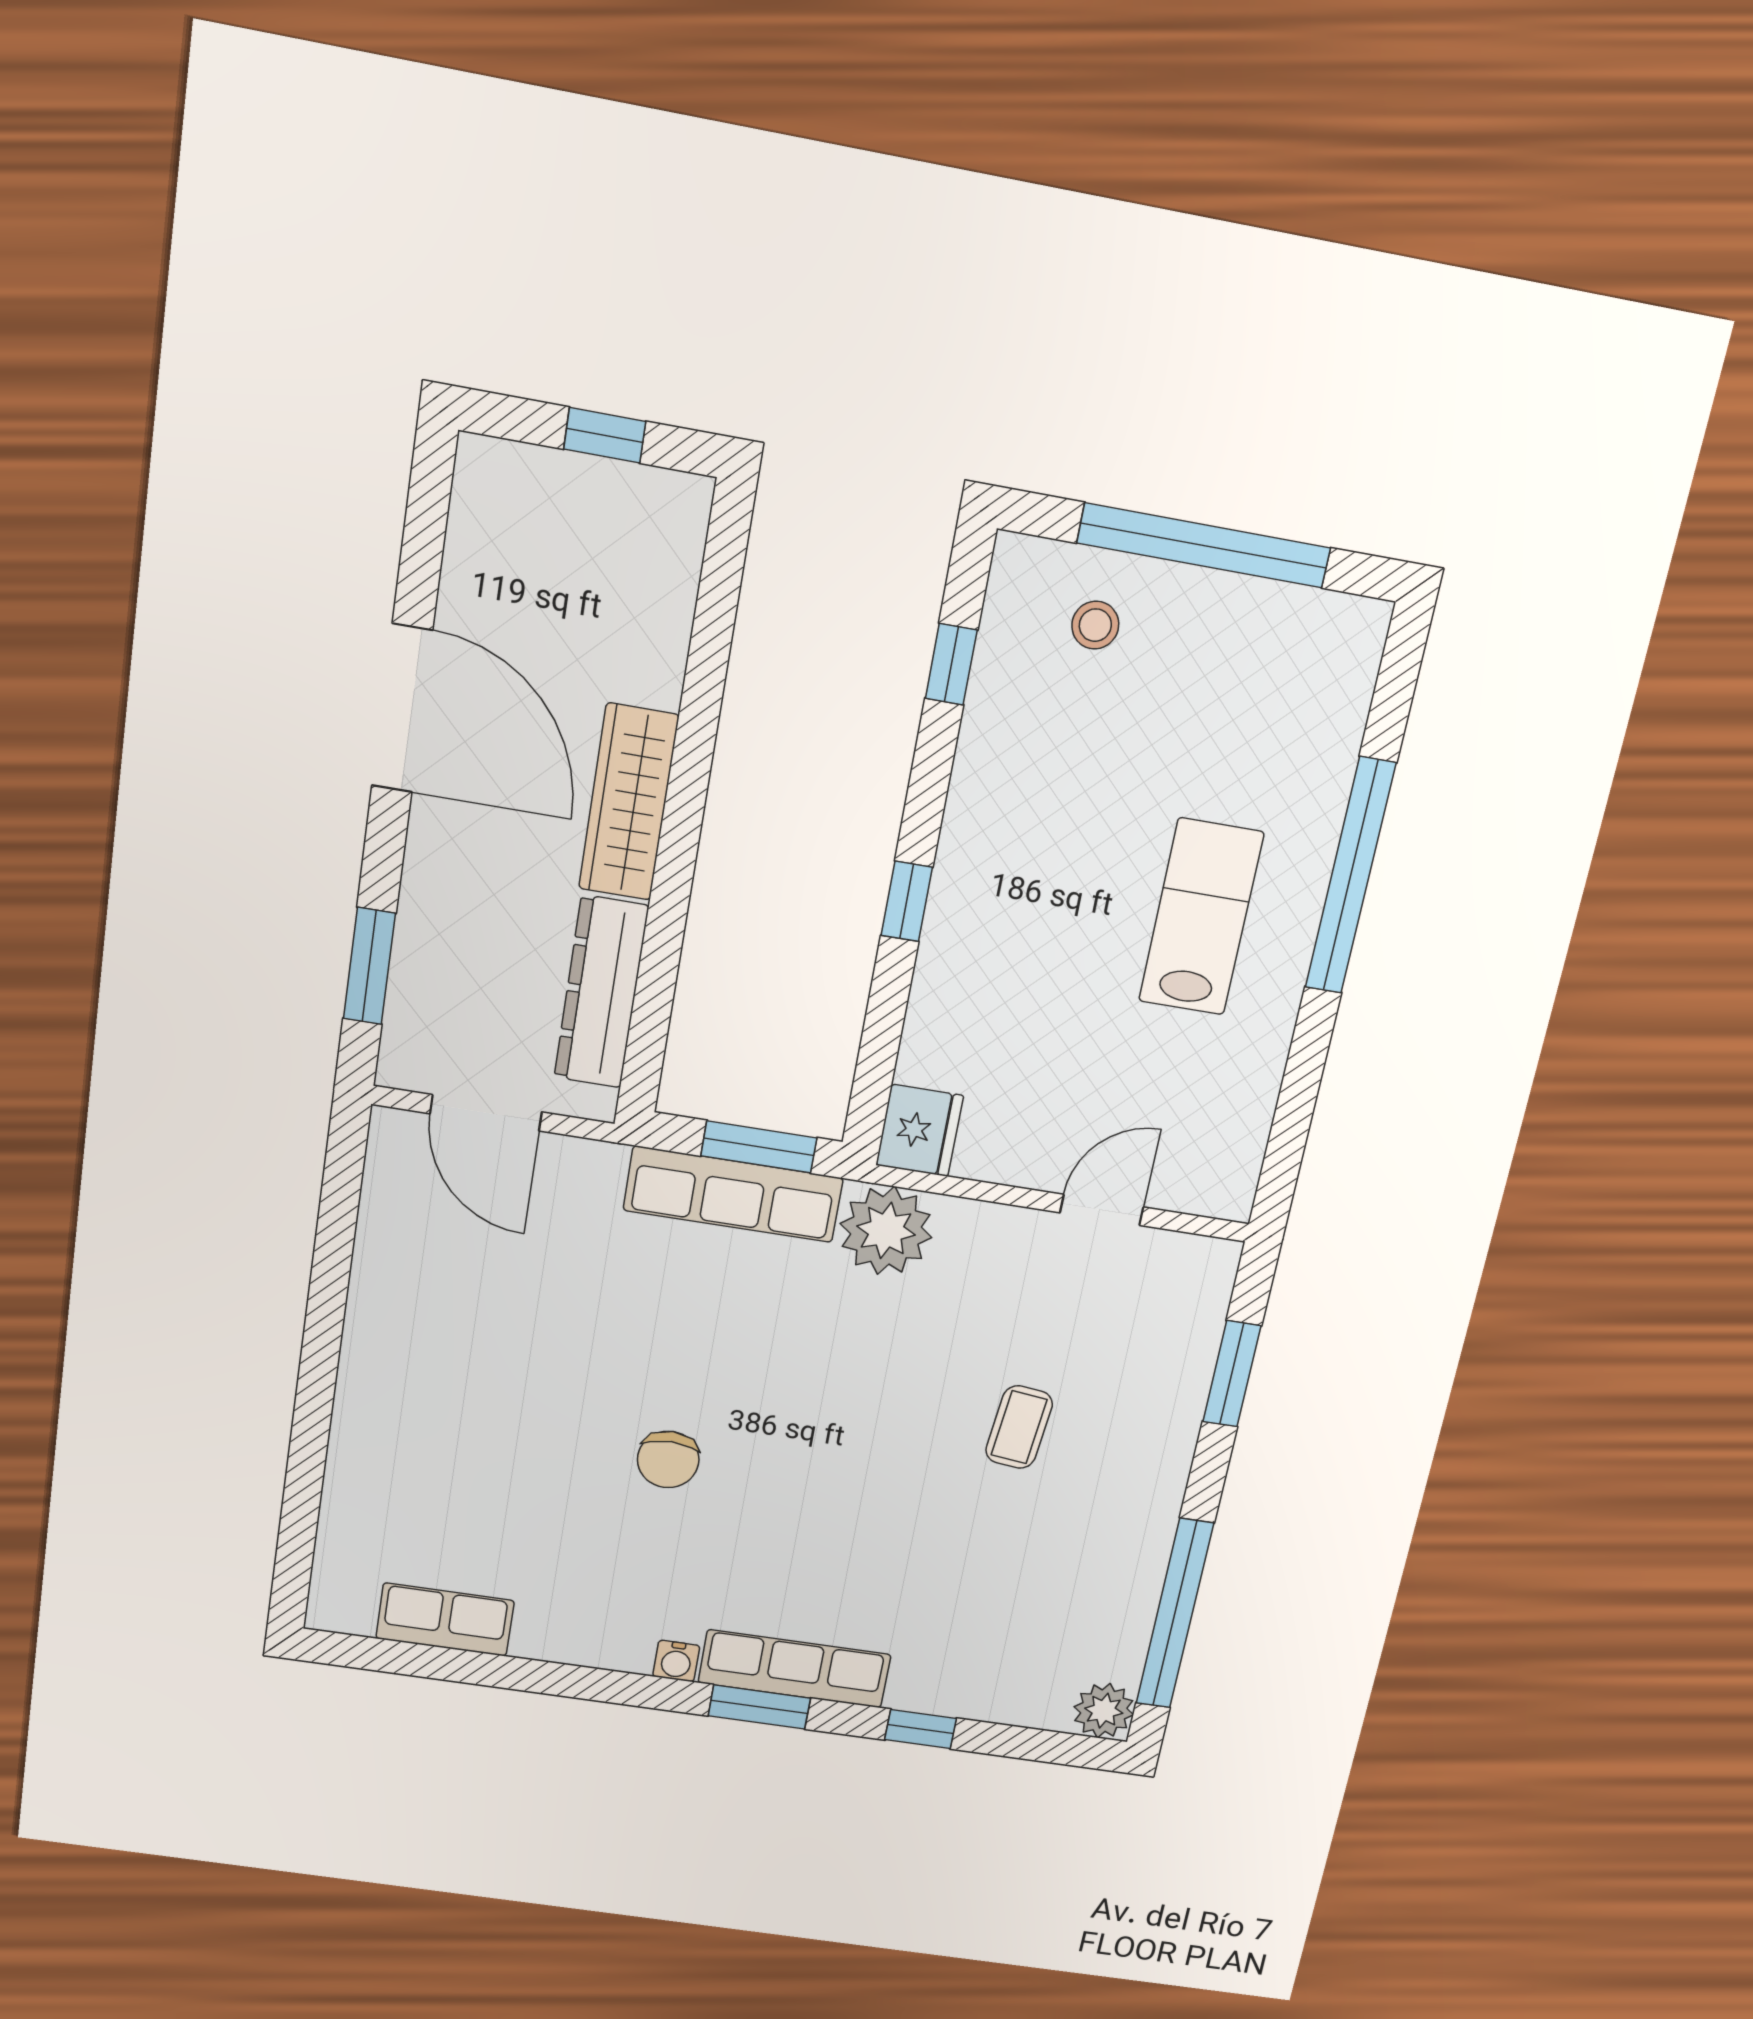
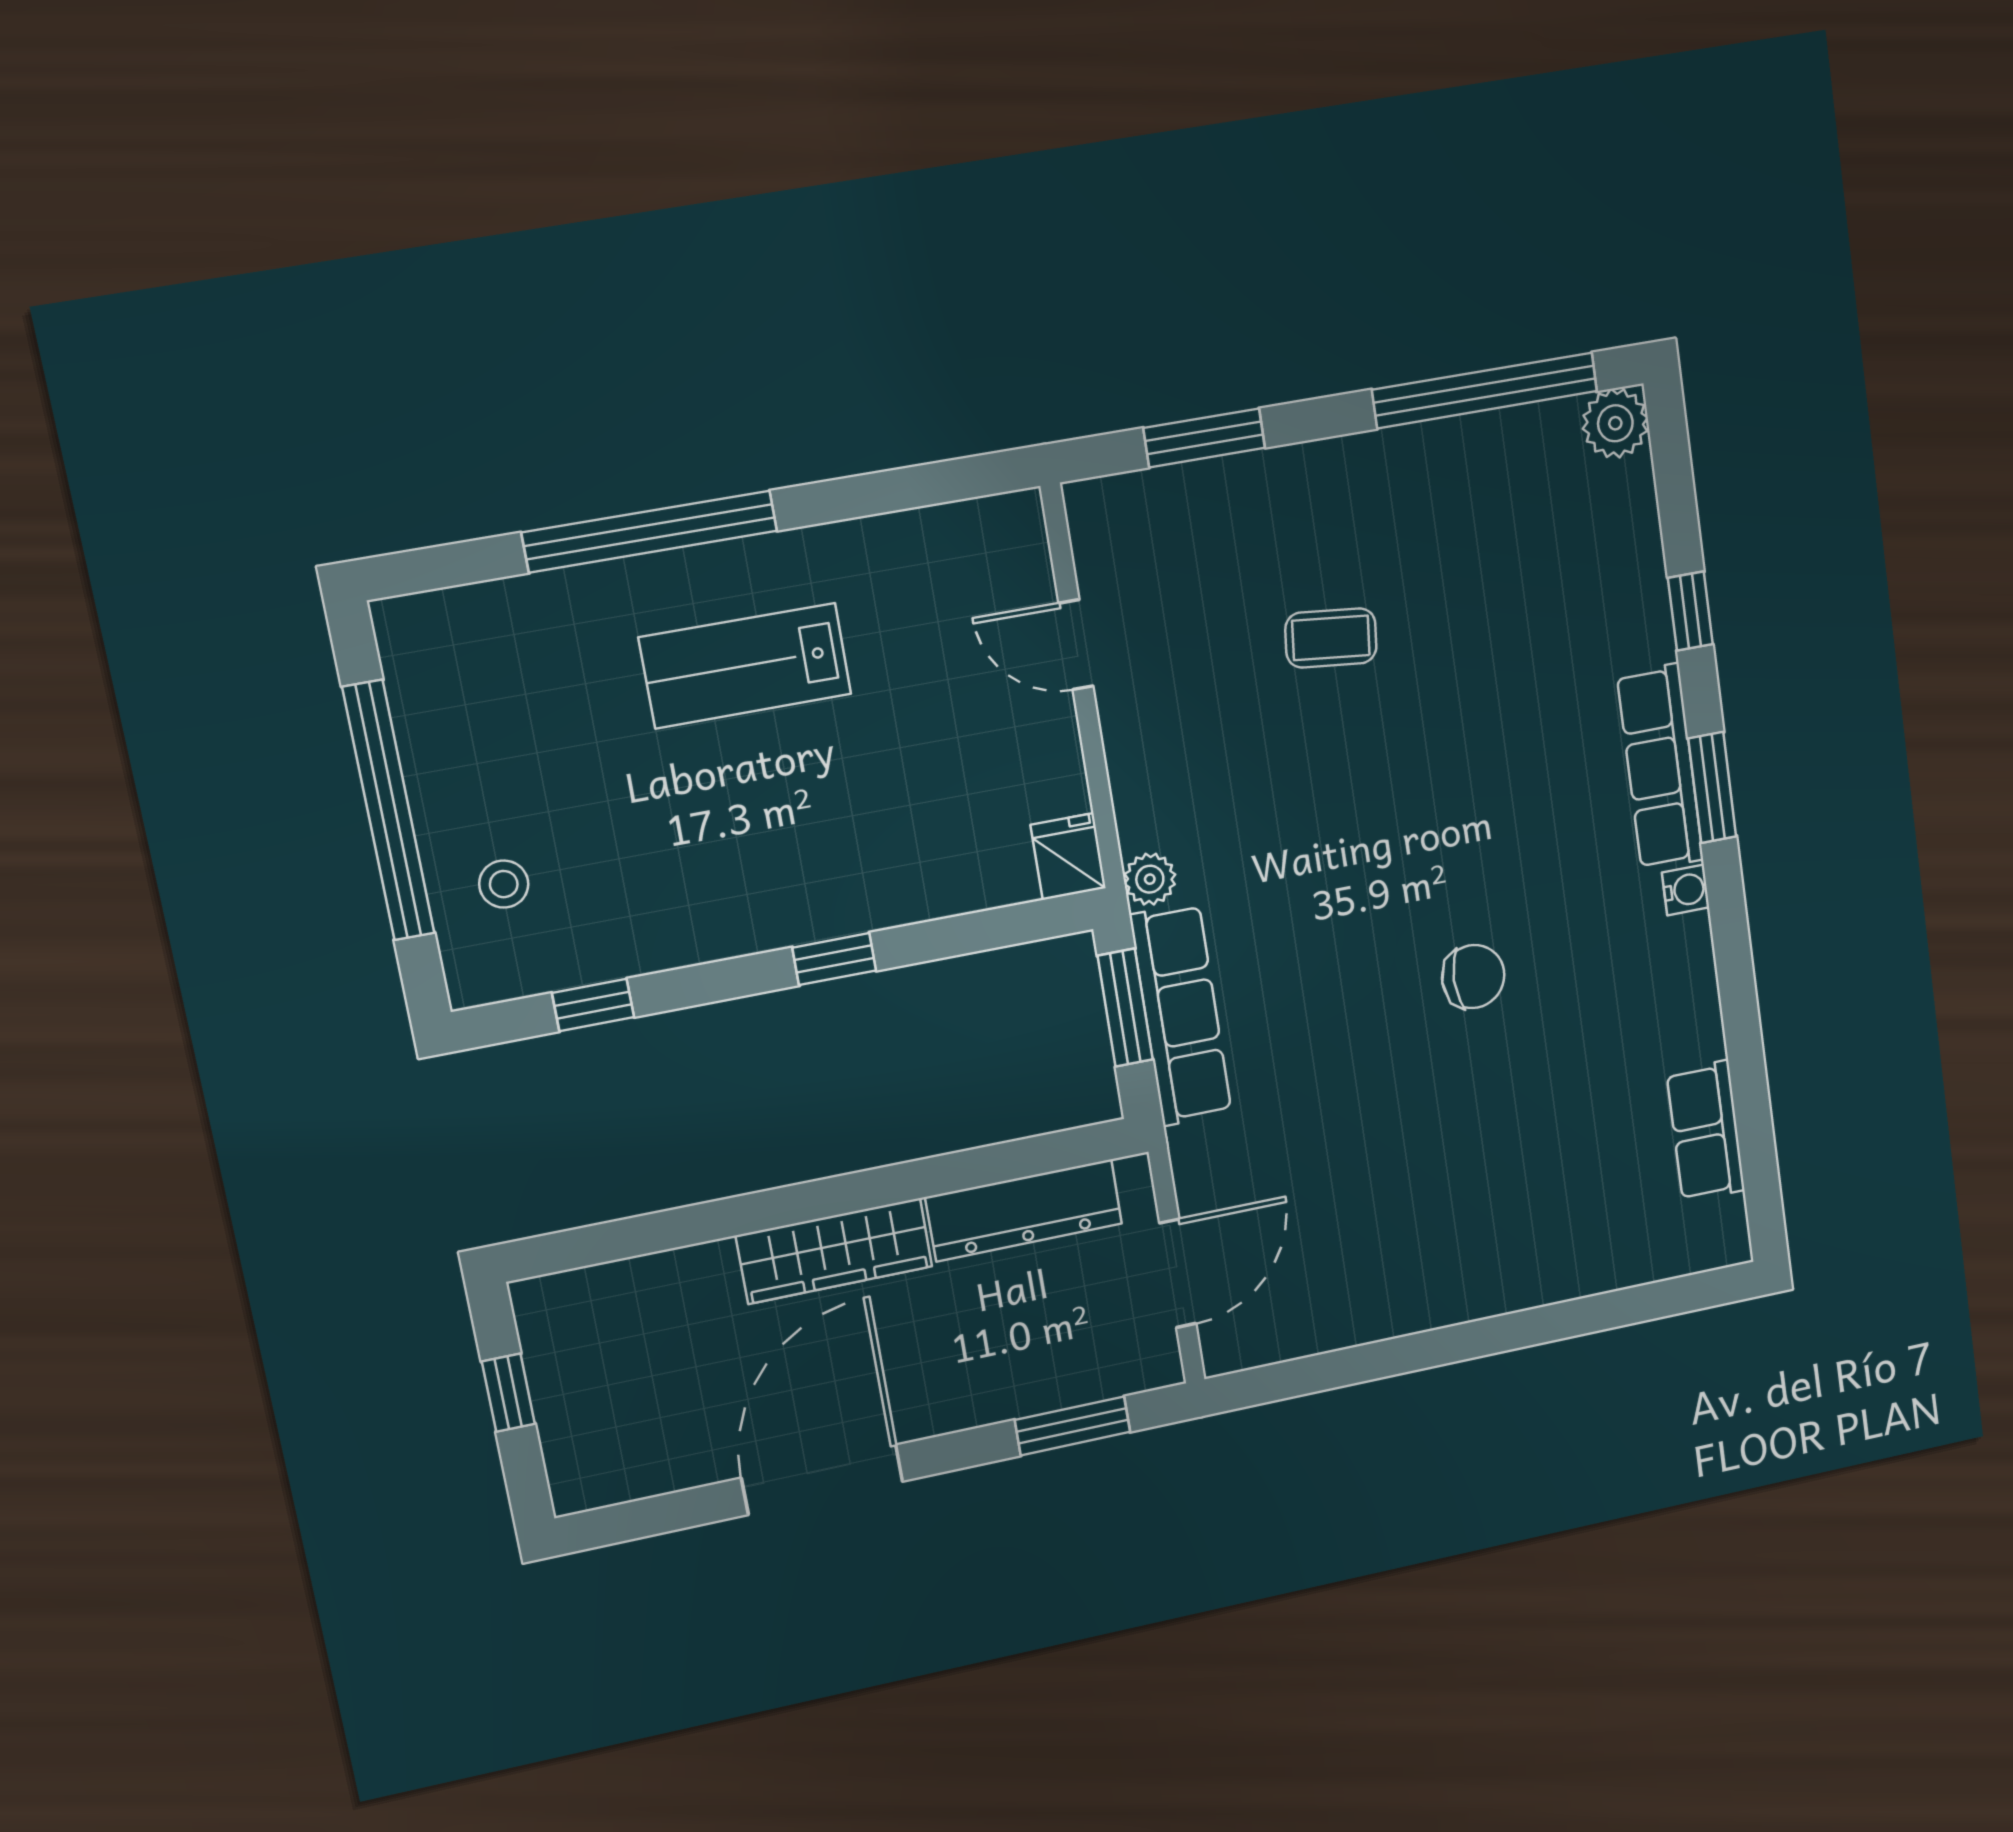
fridge: (920, 1130) -> (1068, 857), width x0.72
plant: (886, 1230) -> (1150, 879), width x0.53, depth x0.53

